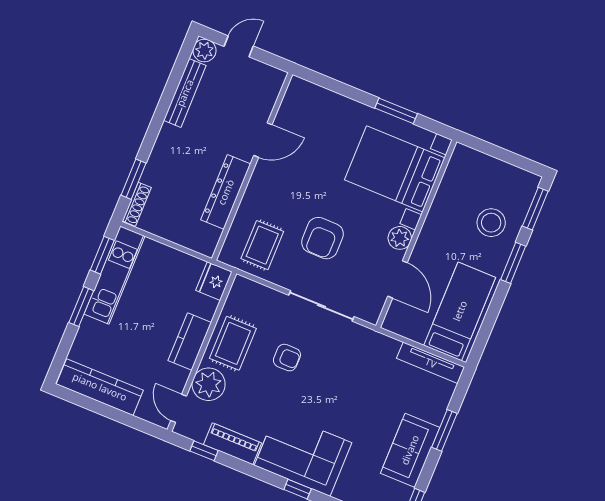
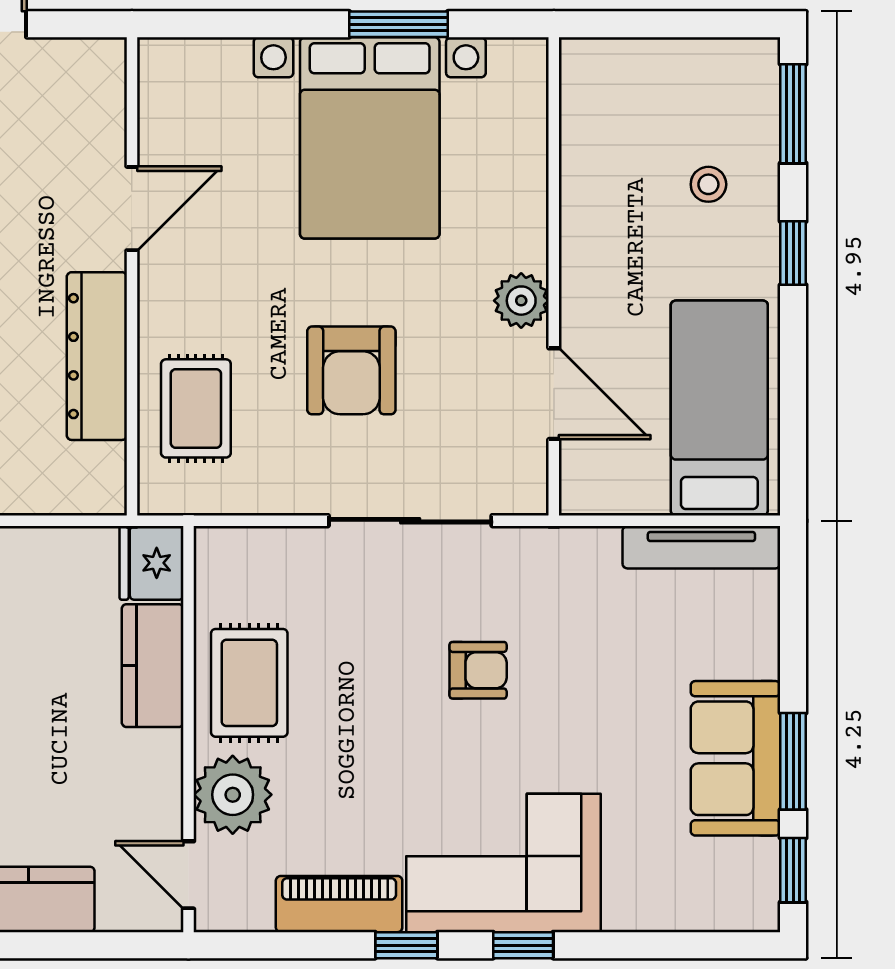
bed with nightstands: (395, 169) -> (370, 138), moved, turned -90
stool: (491, 223) -> (708, 184), width x0.53, depth x0.53
rug: (262, 245) -> (196, 408), moved
window: (513, 263) -> (793, 253), width x0.67
kitchen counter: (190, 342) -> (153, 666), moved
armchair: (287, 358) -> (478, 670), moved
window: (444, 430) -> (793, 761), moved
window: (204, 451) -> (406, 945), moved

